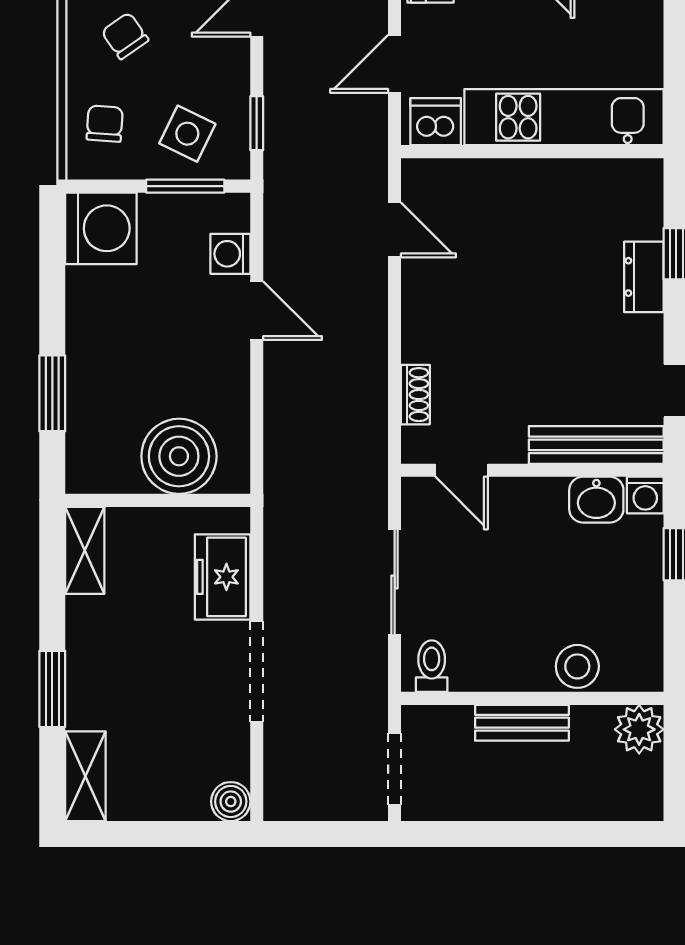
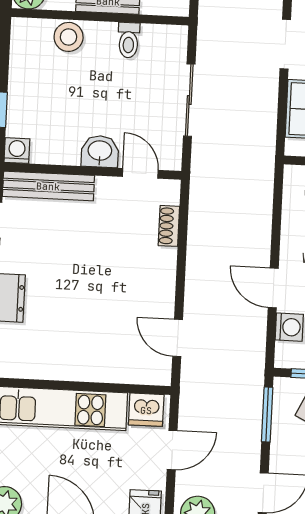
window: (257, 123) -> (267, 415), width x1.50
washbasin: (596, 500) -> (100, 151), moved
toilet: (432, 666) -> (129, 40), moved
doorway: (257, 671) -> (285, 44), width x0.73

